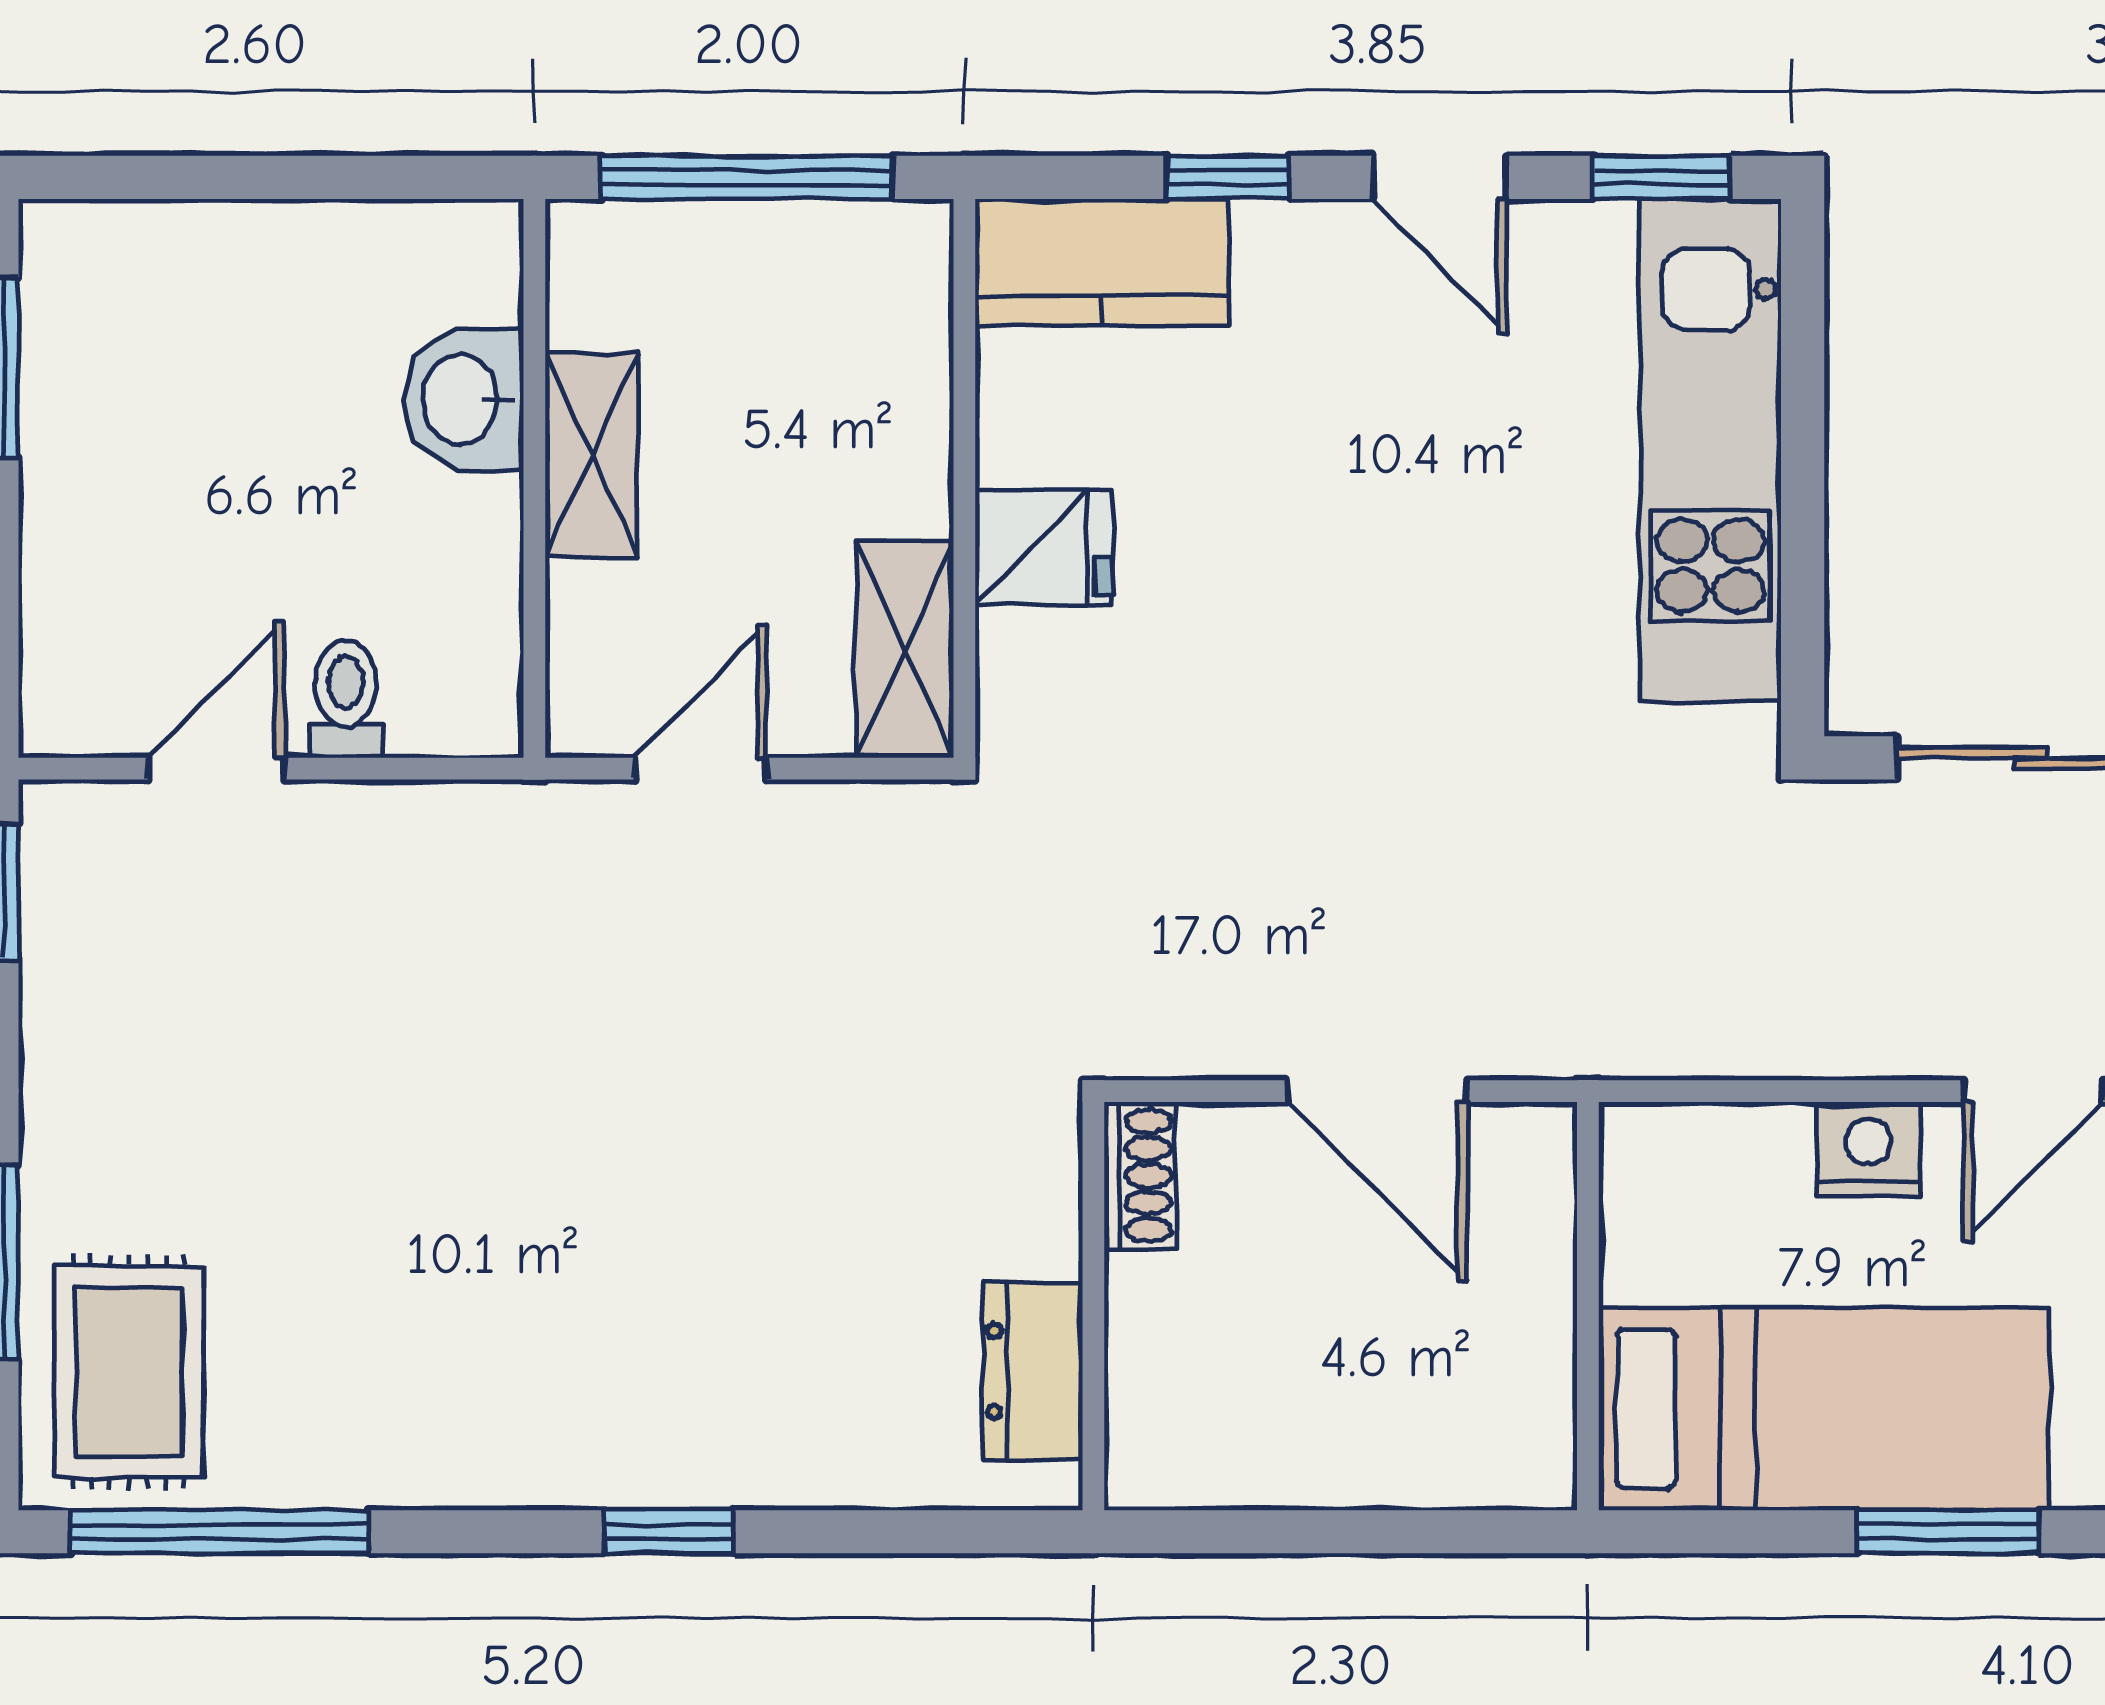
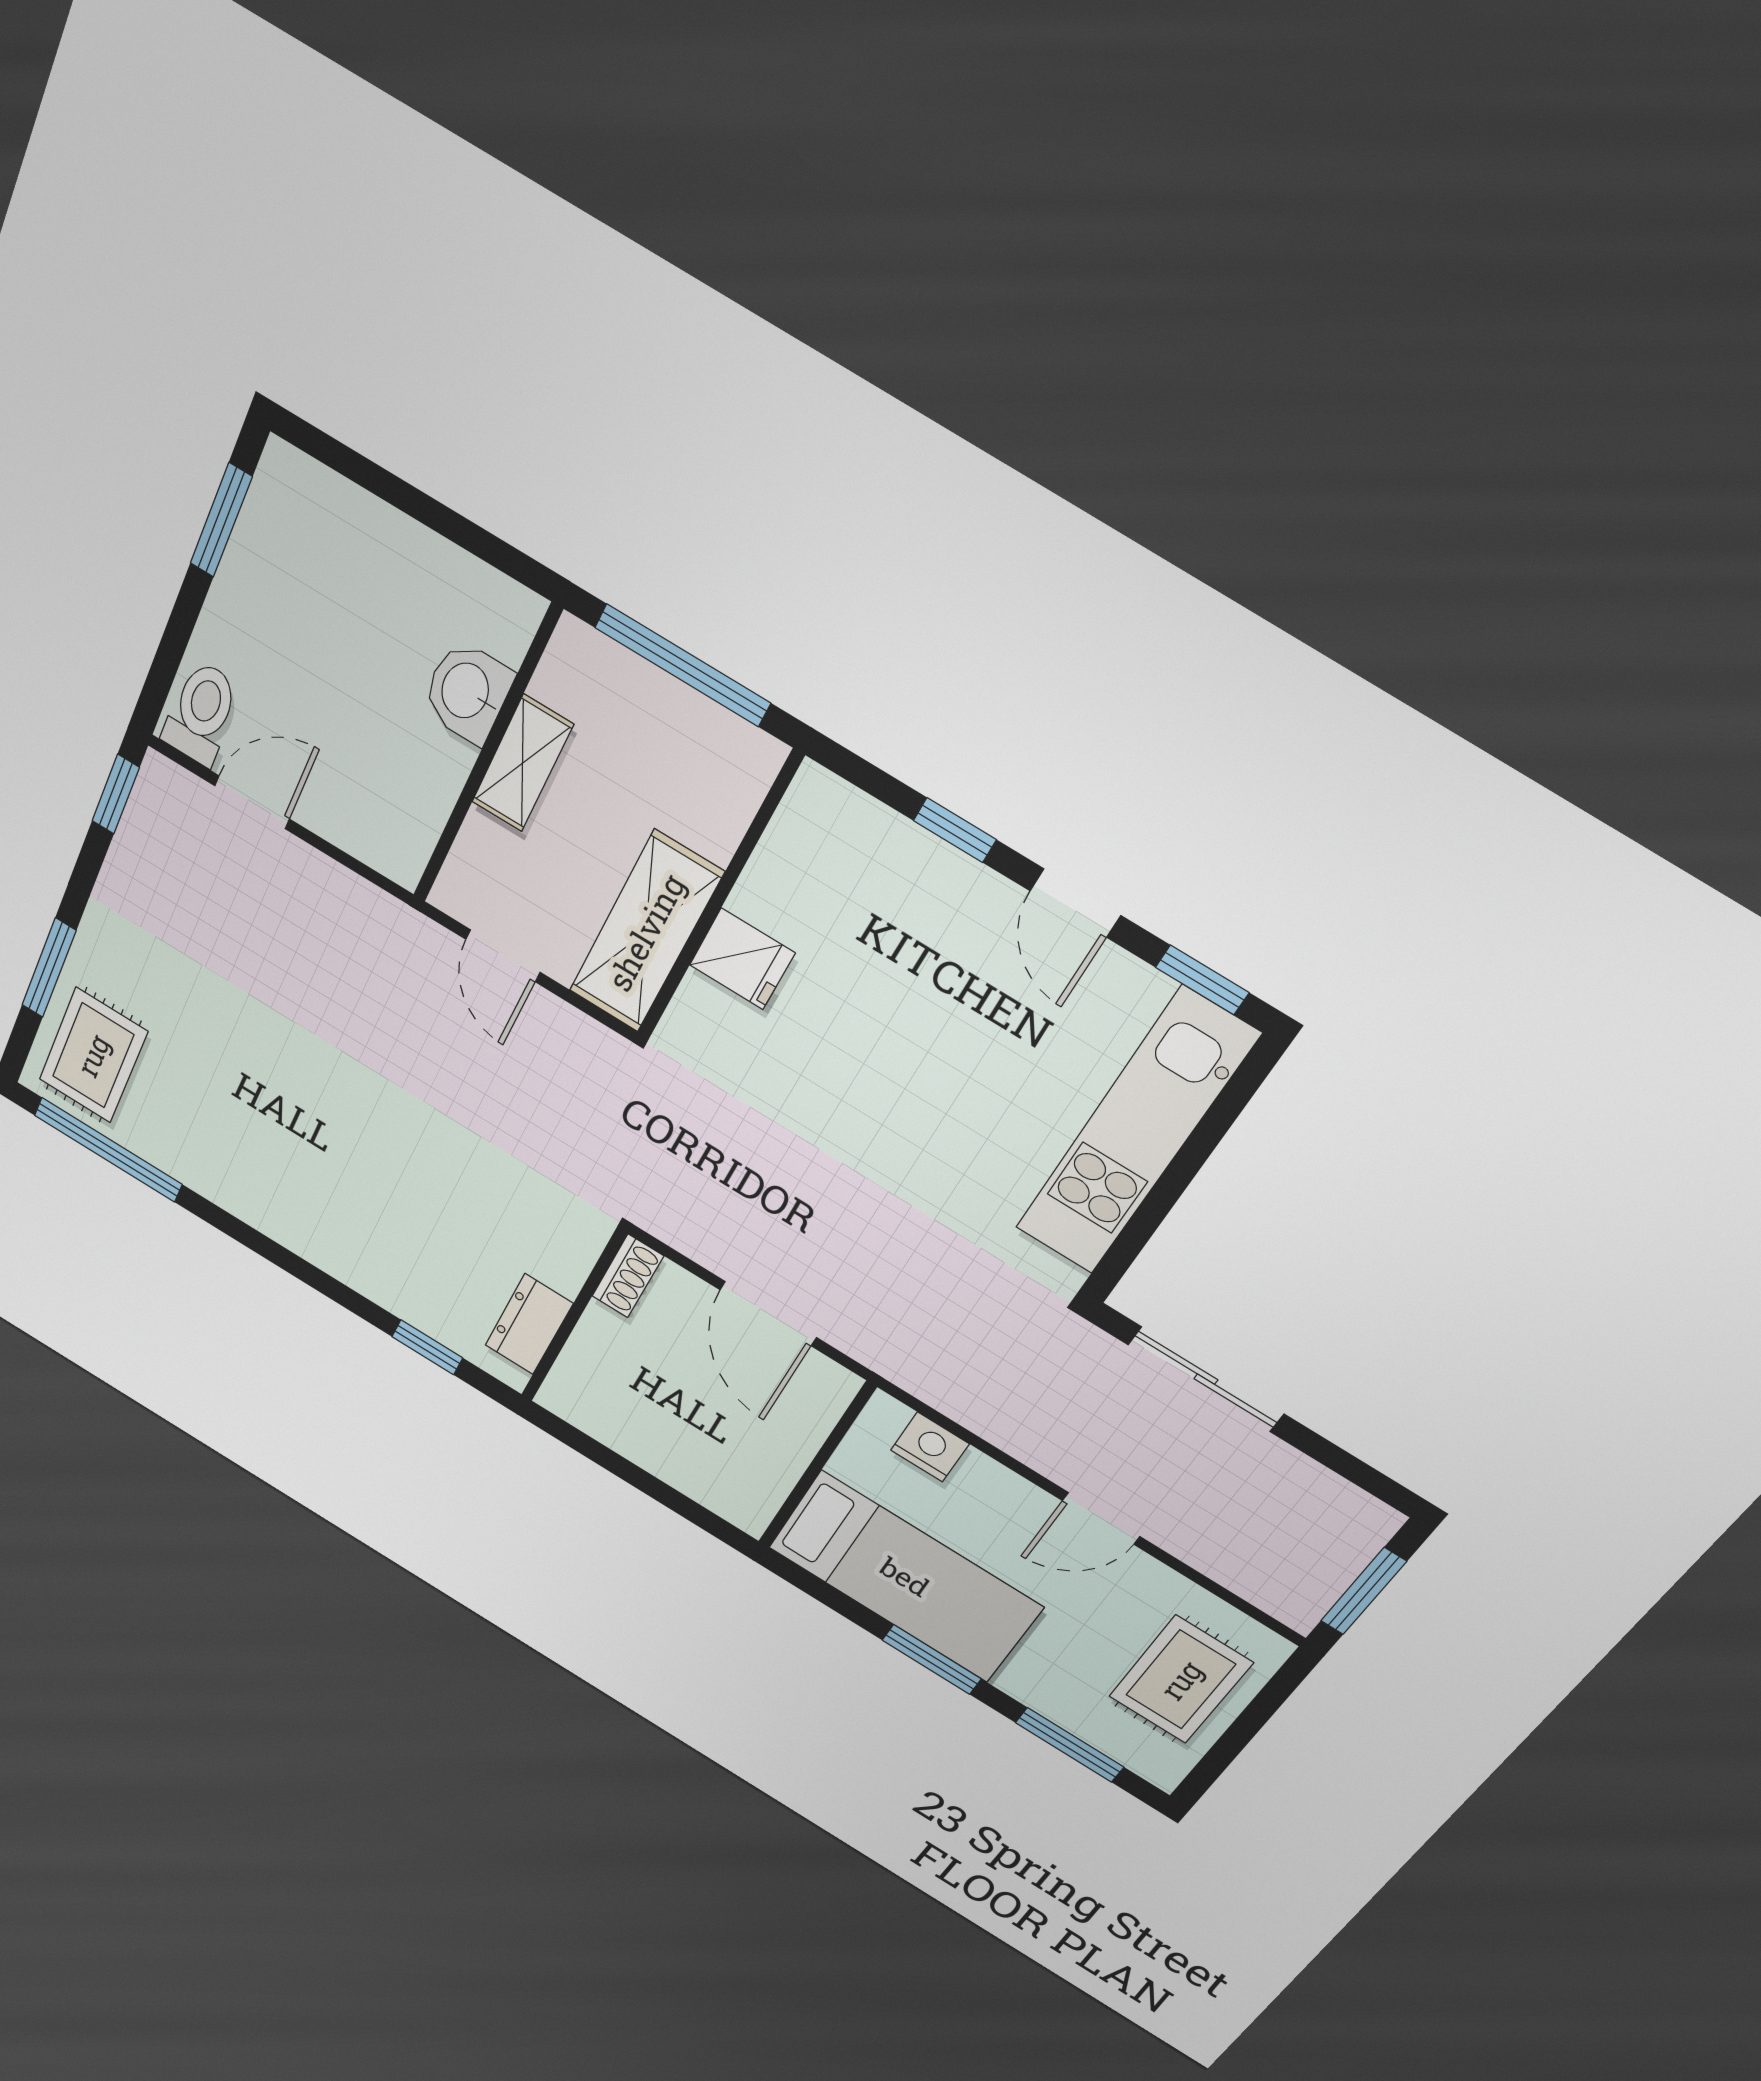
kitchen counter: (1102, 262) -> (857, 832), removed
shelving: (905, 649) -> (646, 932), width x1.50, depth x1.33
toilet: (346, 699) -> (201, 713), moved, width x1.37, depth x1.39
door: (700, 769) -> (503, 956), swing flipped
nightstand: (1868, 1149) -> (930, 1447), moved
window: (669, 1532) -> (427, 1347), moved

